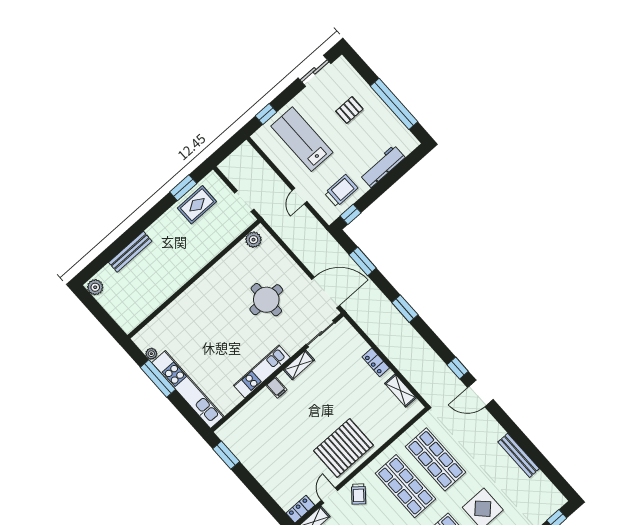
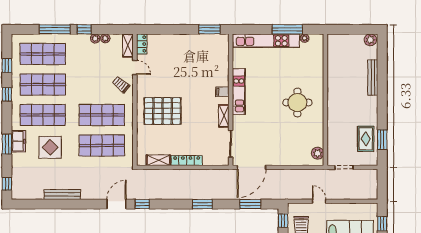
round table: (266, 300) -> (297, 103), moved
locker: (376, 362) -> (187, 161), width x1.53
pallet: (343, 448) -> (163, 111), moved, turned 90

